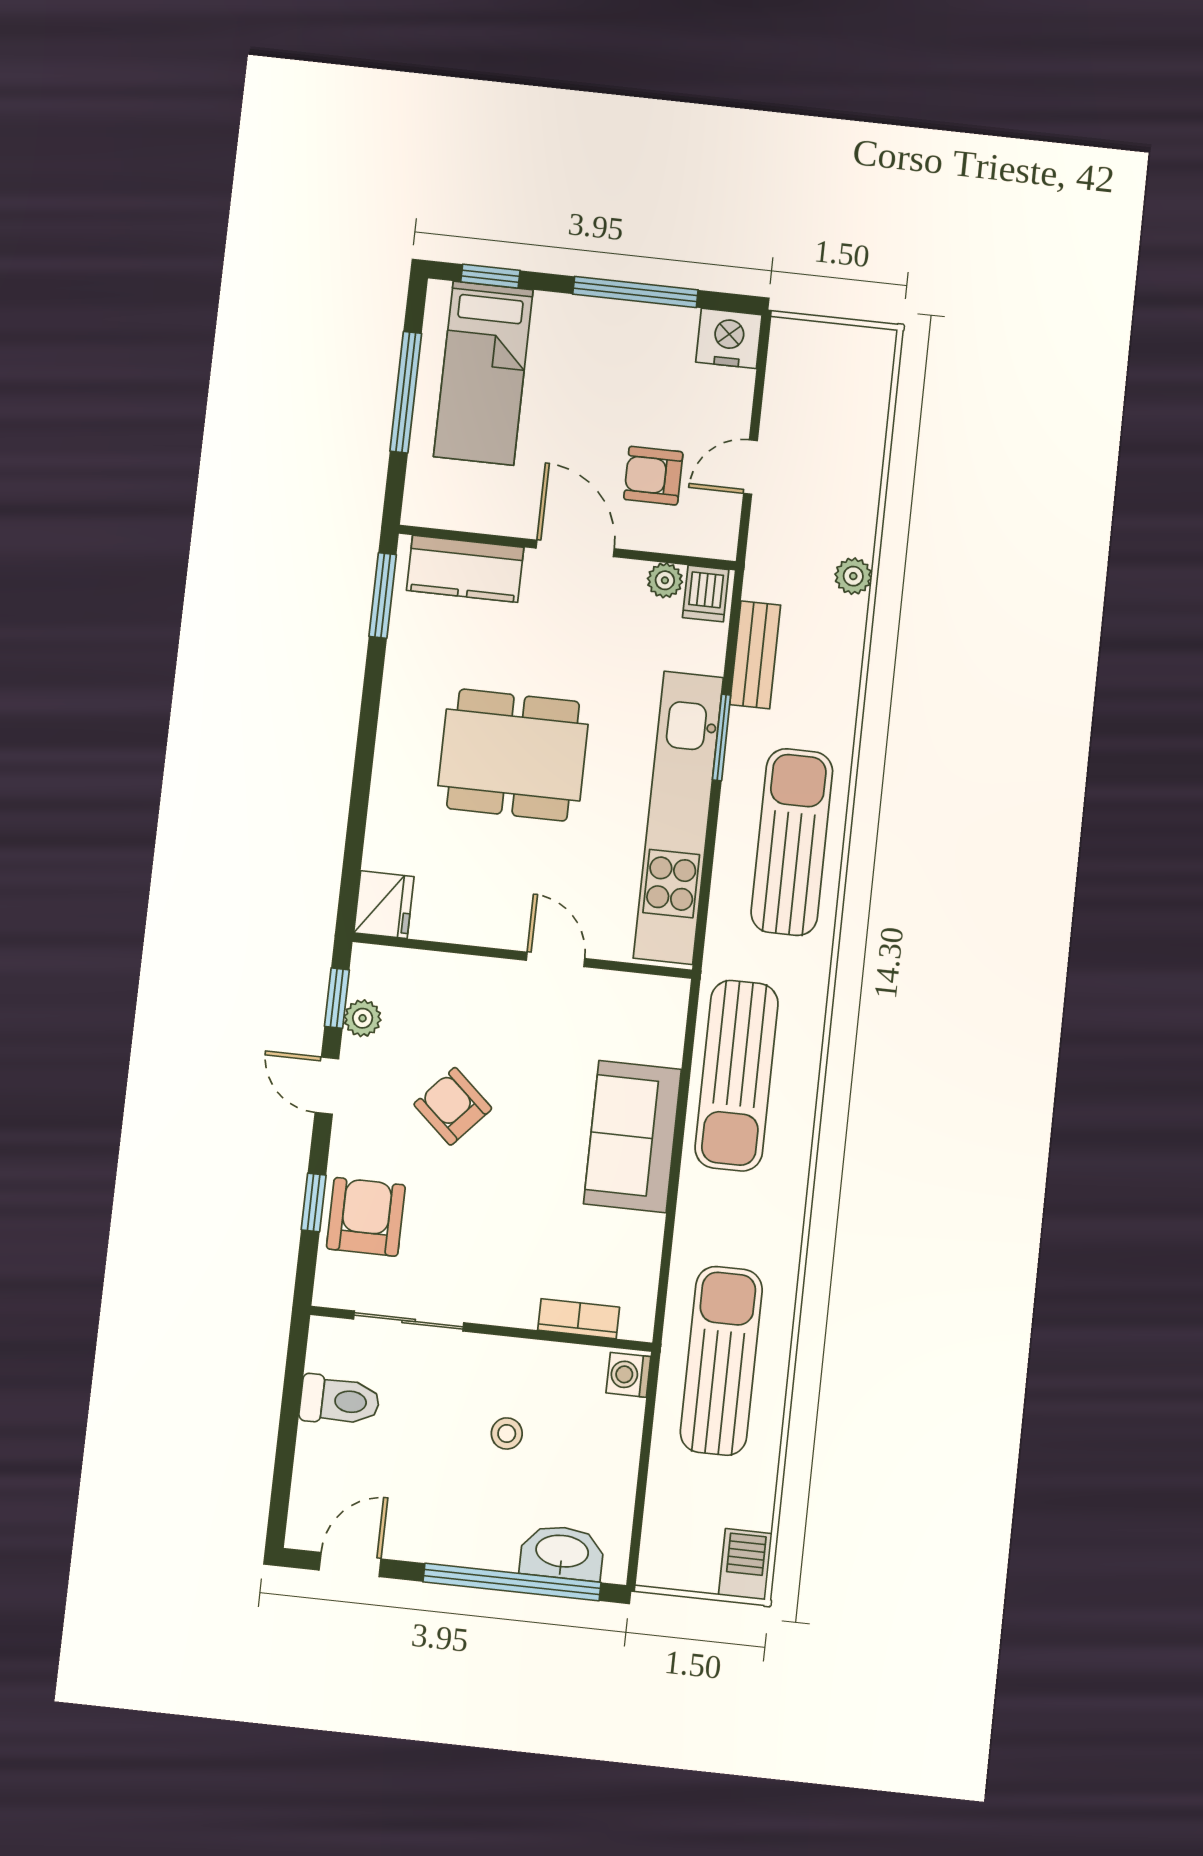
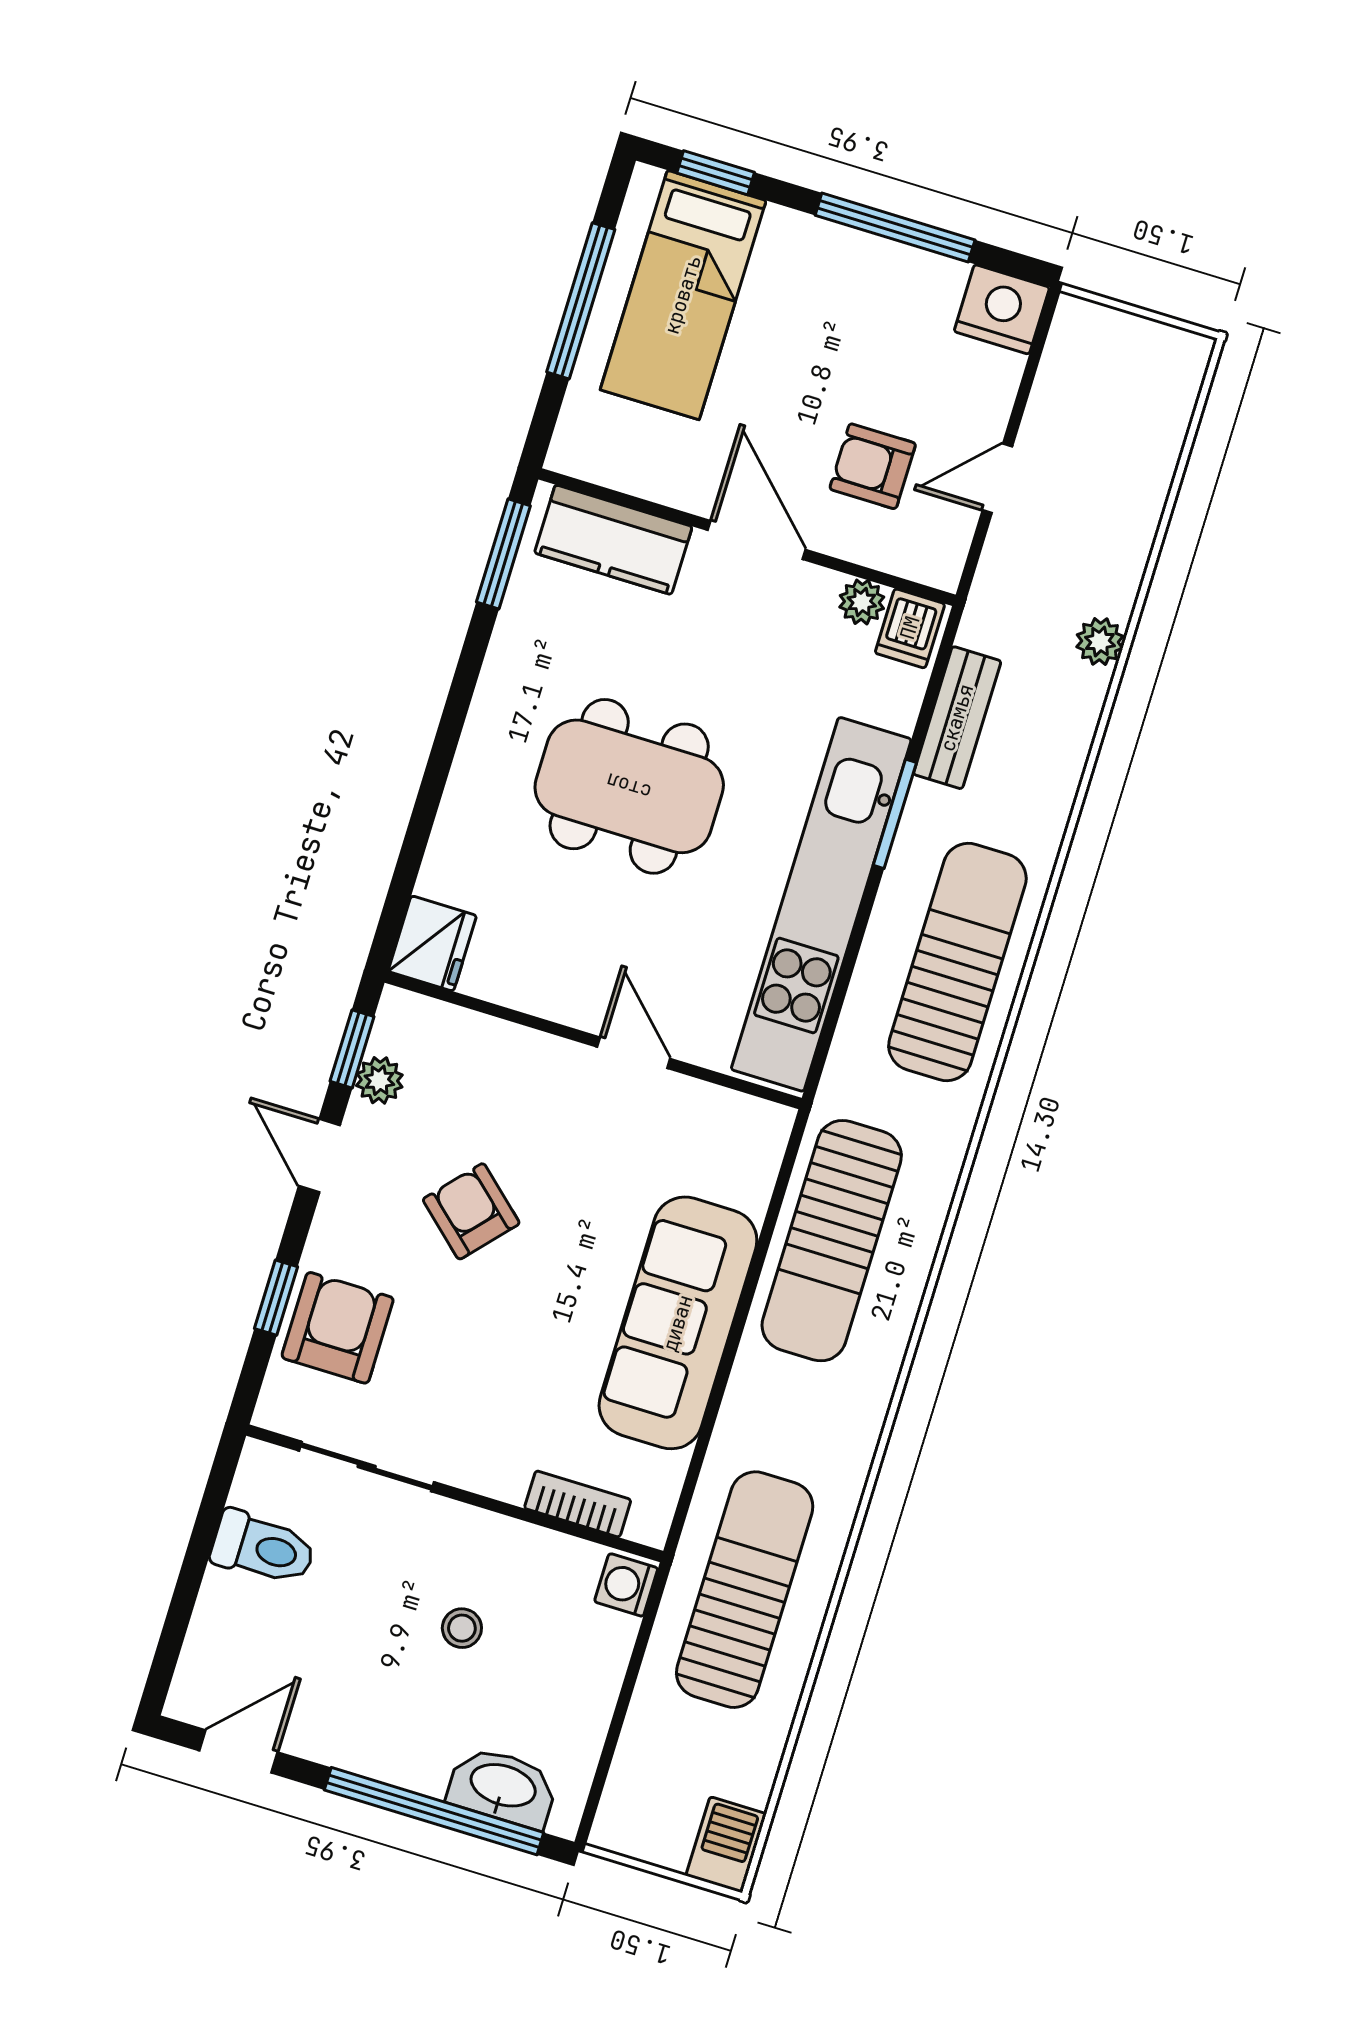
sofa: (632, 1136) -> (678, 1323), width x1.36

